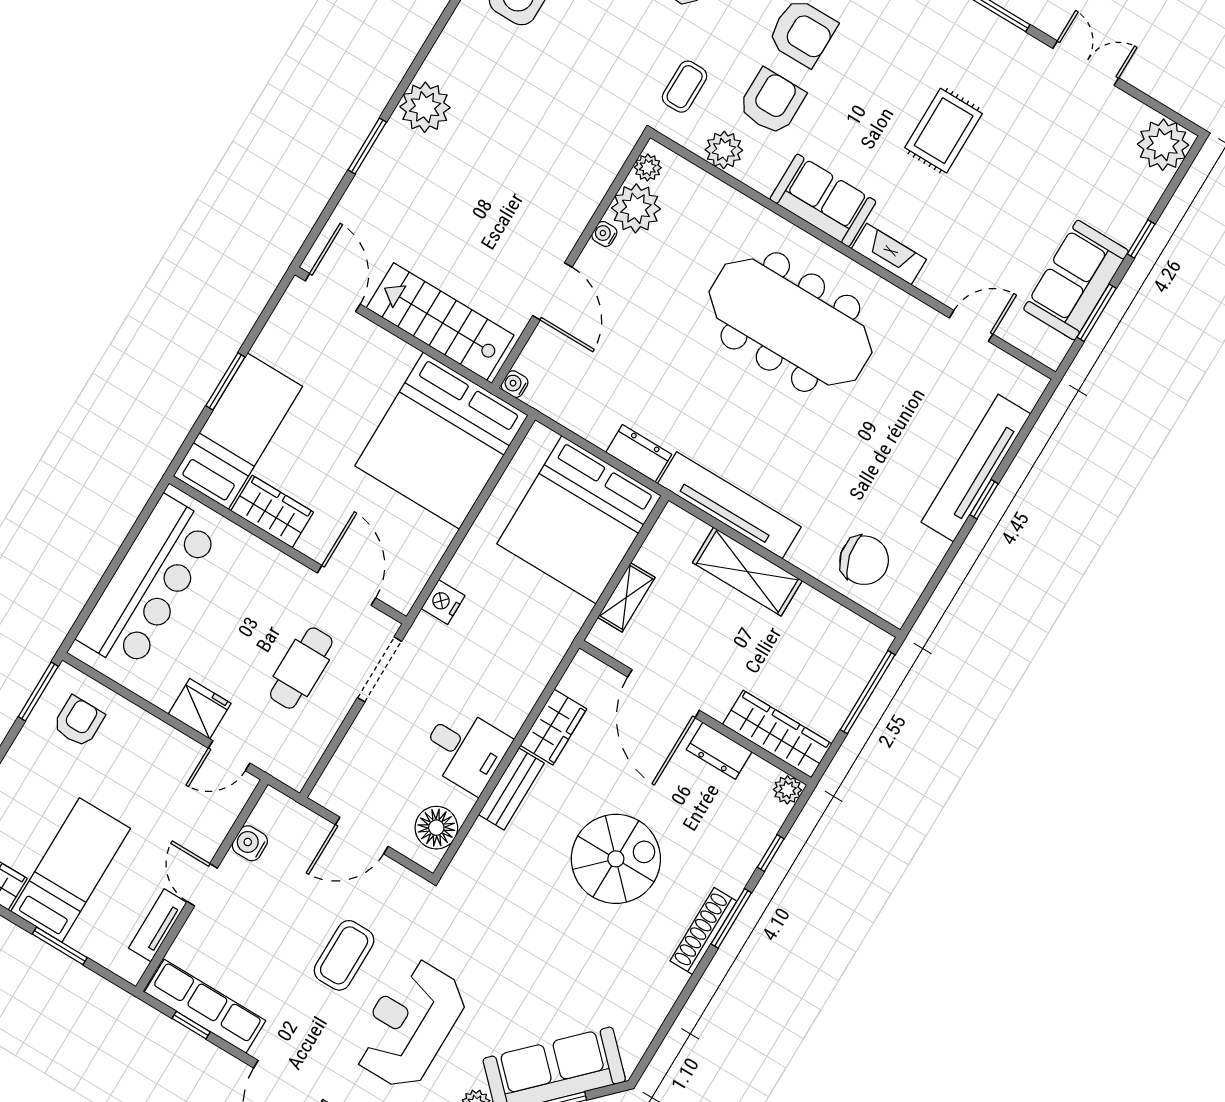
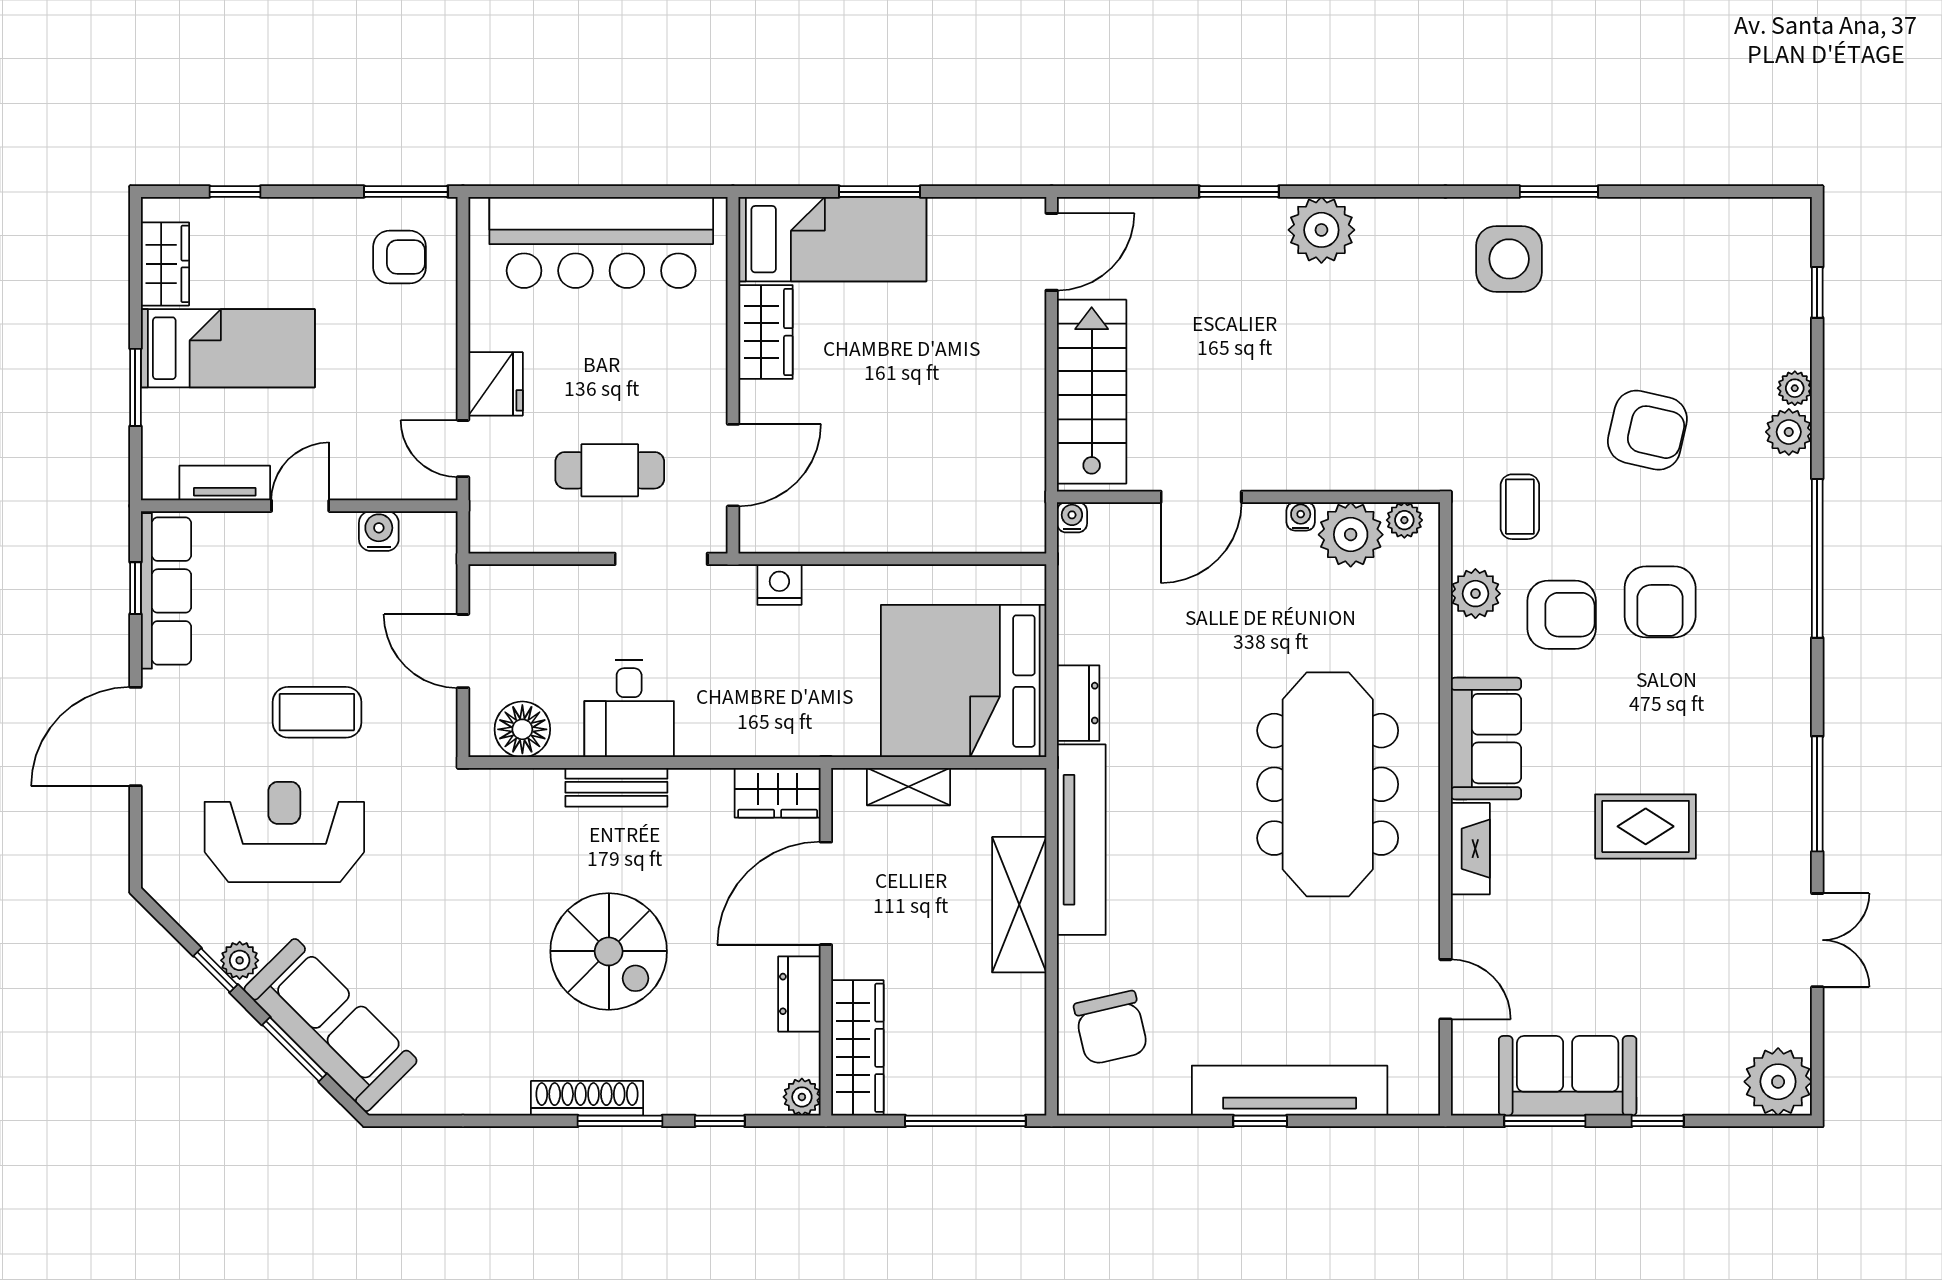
coffee table: (685, 87) -> (1520, 507), turned 90
bed: (441, 441) -> (959, 473), removed
wardrobe: (554, 727) -> (778, 793), moved

